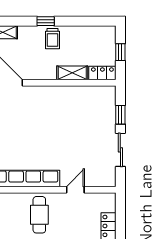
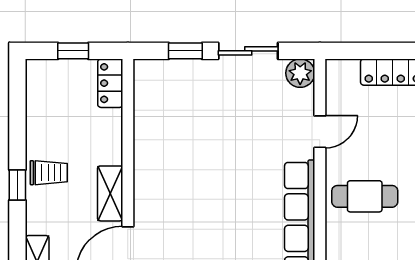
shelving: (72, 73) -> (110, 193), moved
plant: (108, 179) -> (300, 73), added
door: (75, 190) -> (320, 132), swing flipped

